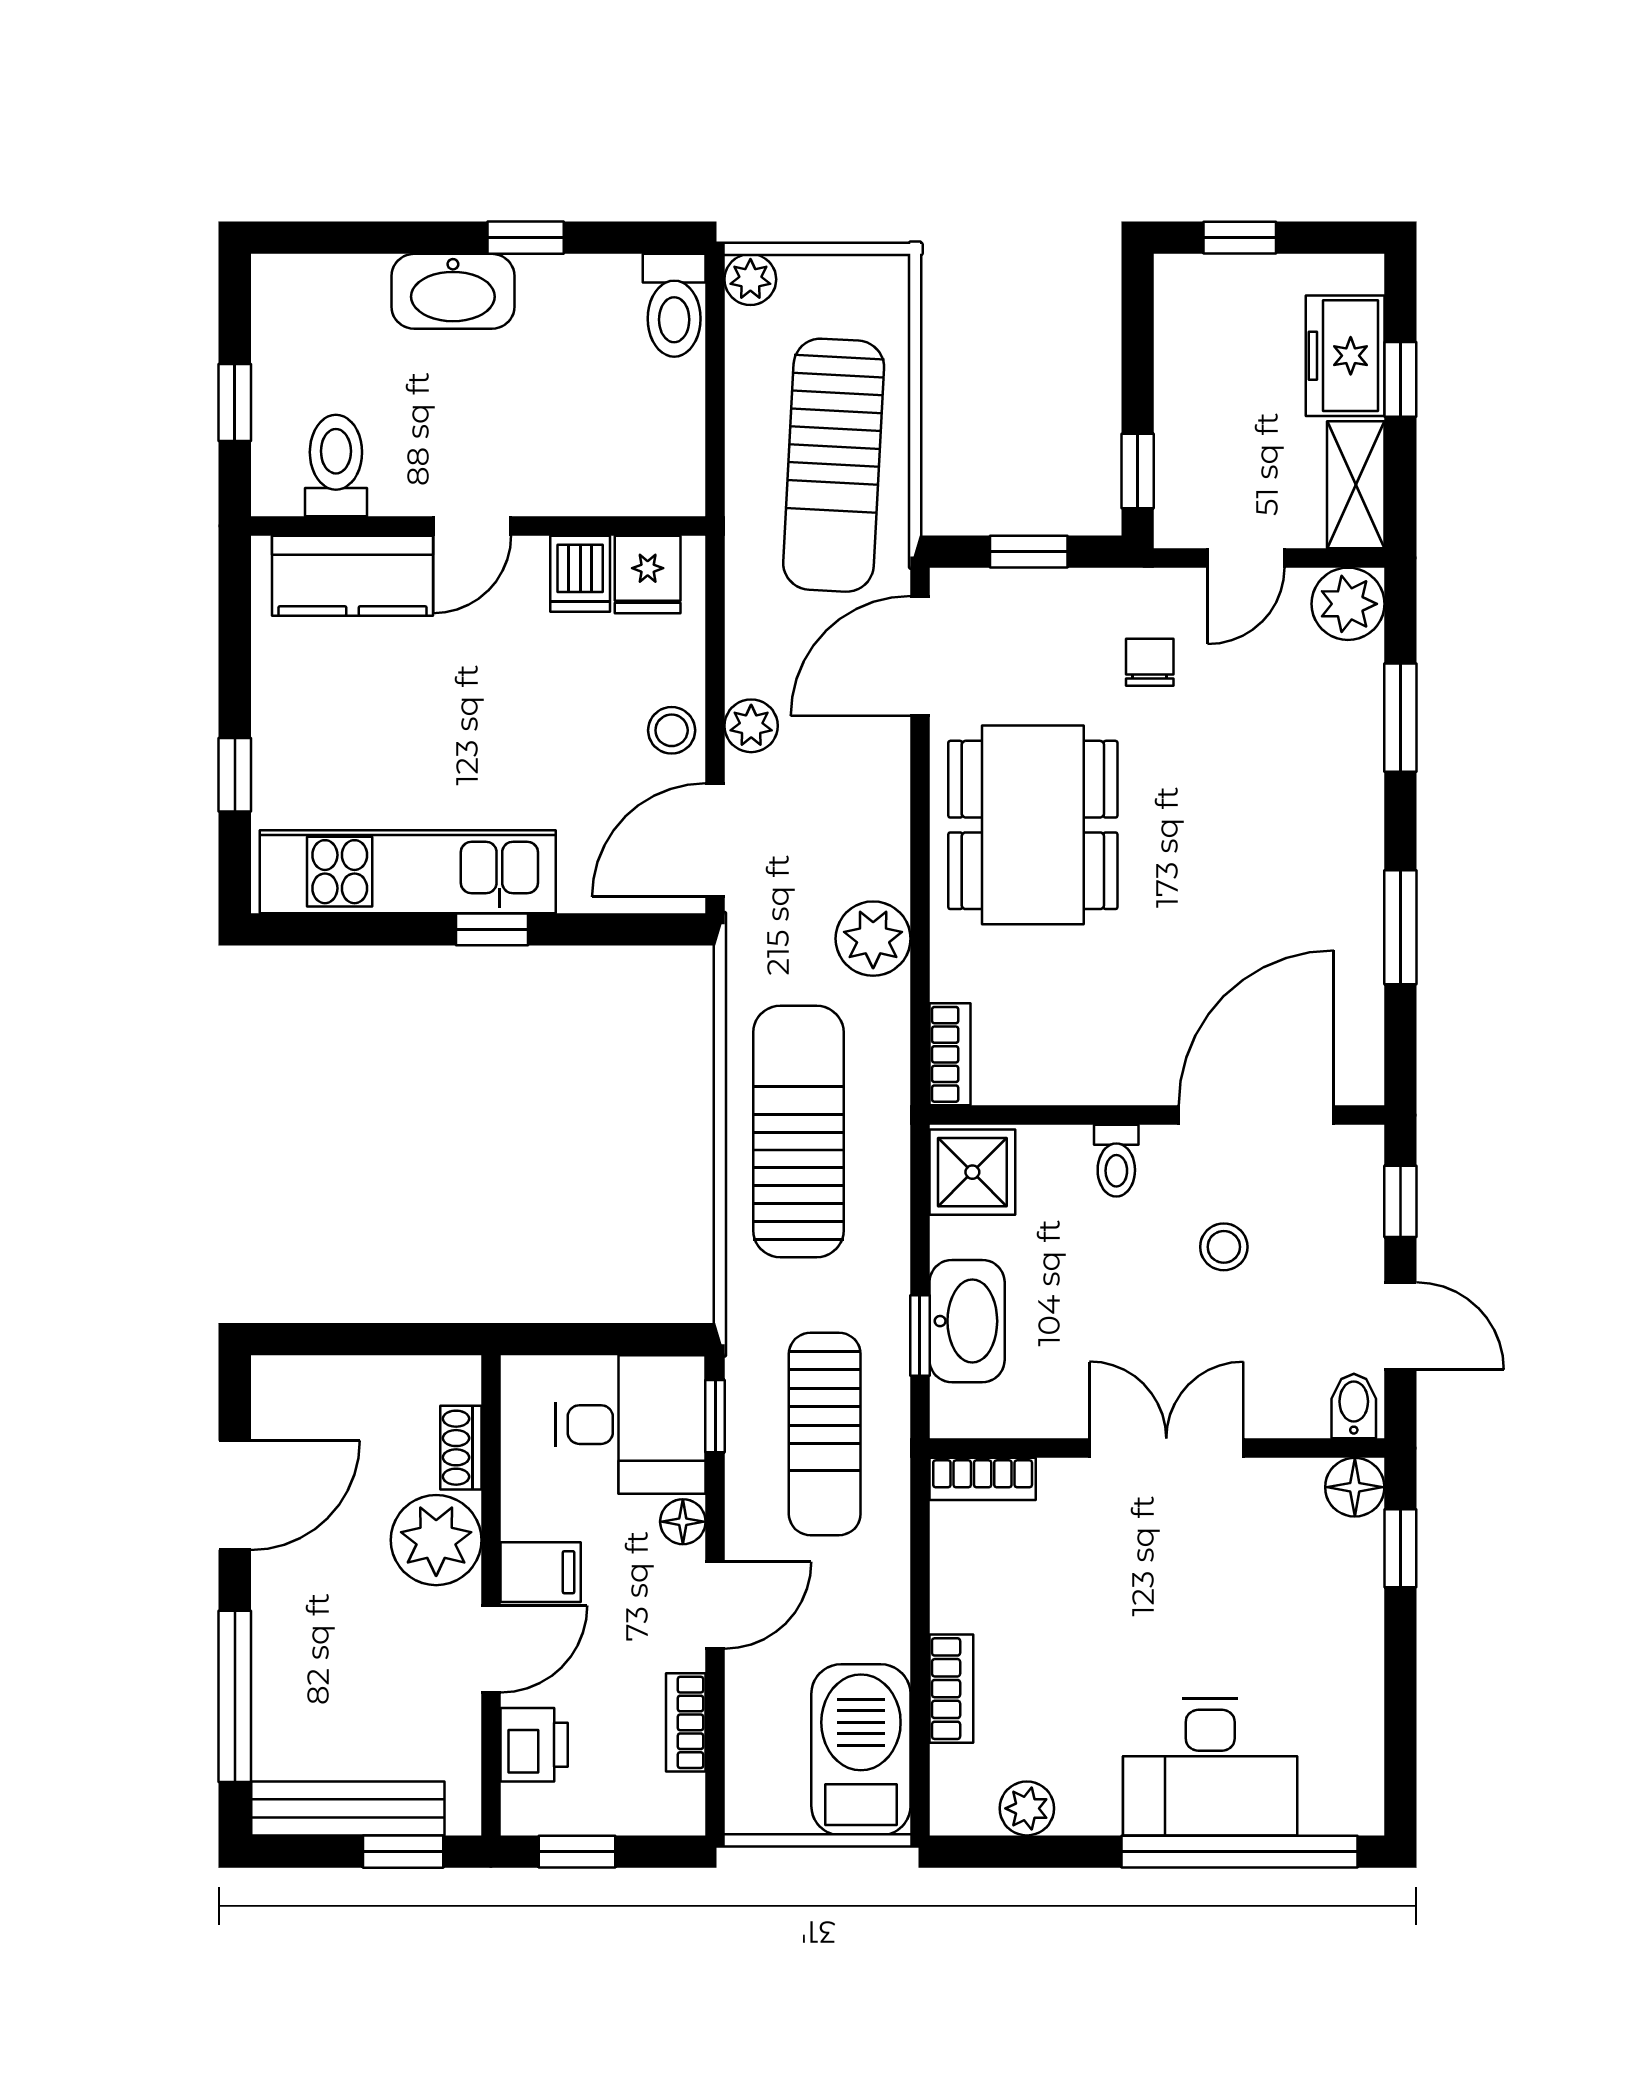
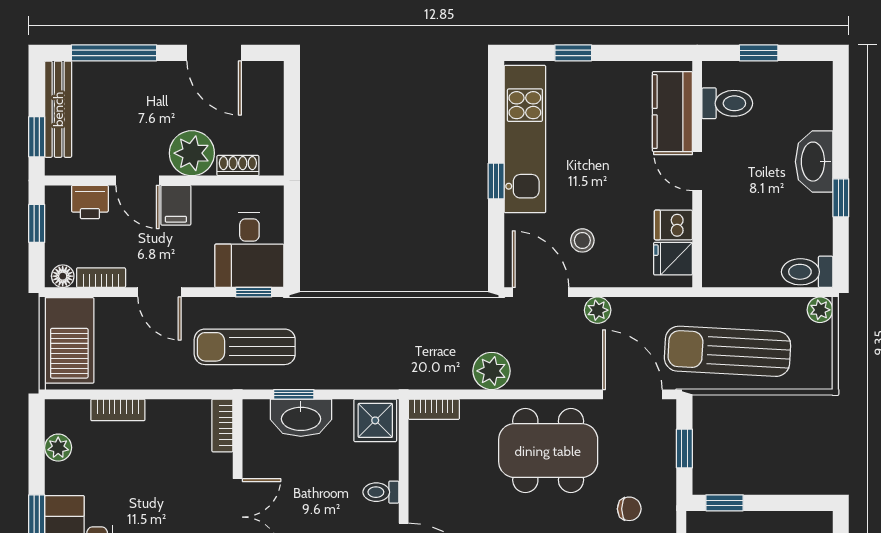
stool: (672, 730) -> (582, 240), moved
sun lounger: (798, 1131) -> (395, 334), removed
floor lamp: (683, 1522) -> (63, 276), moved
barbecue: (861, 1750) -> (69, 340), moved, turned 90

